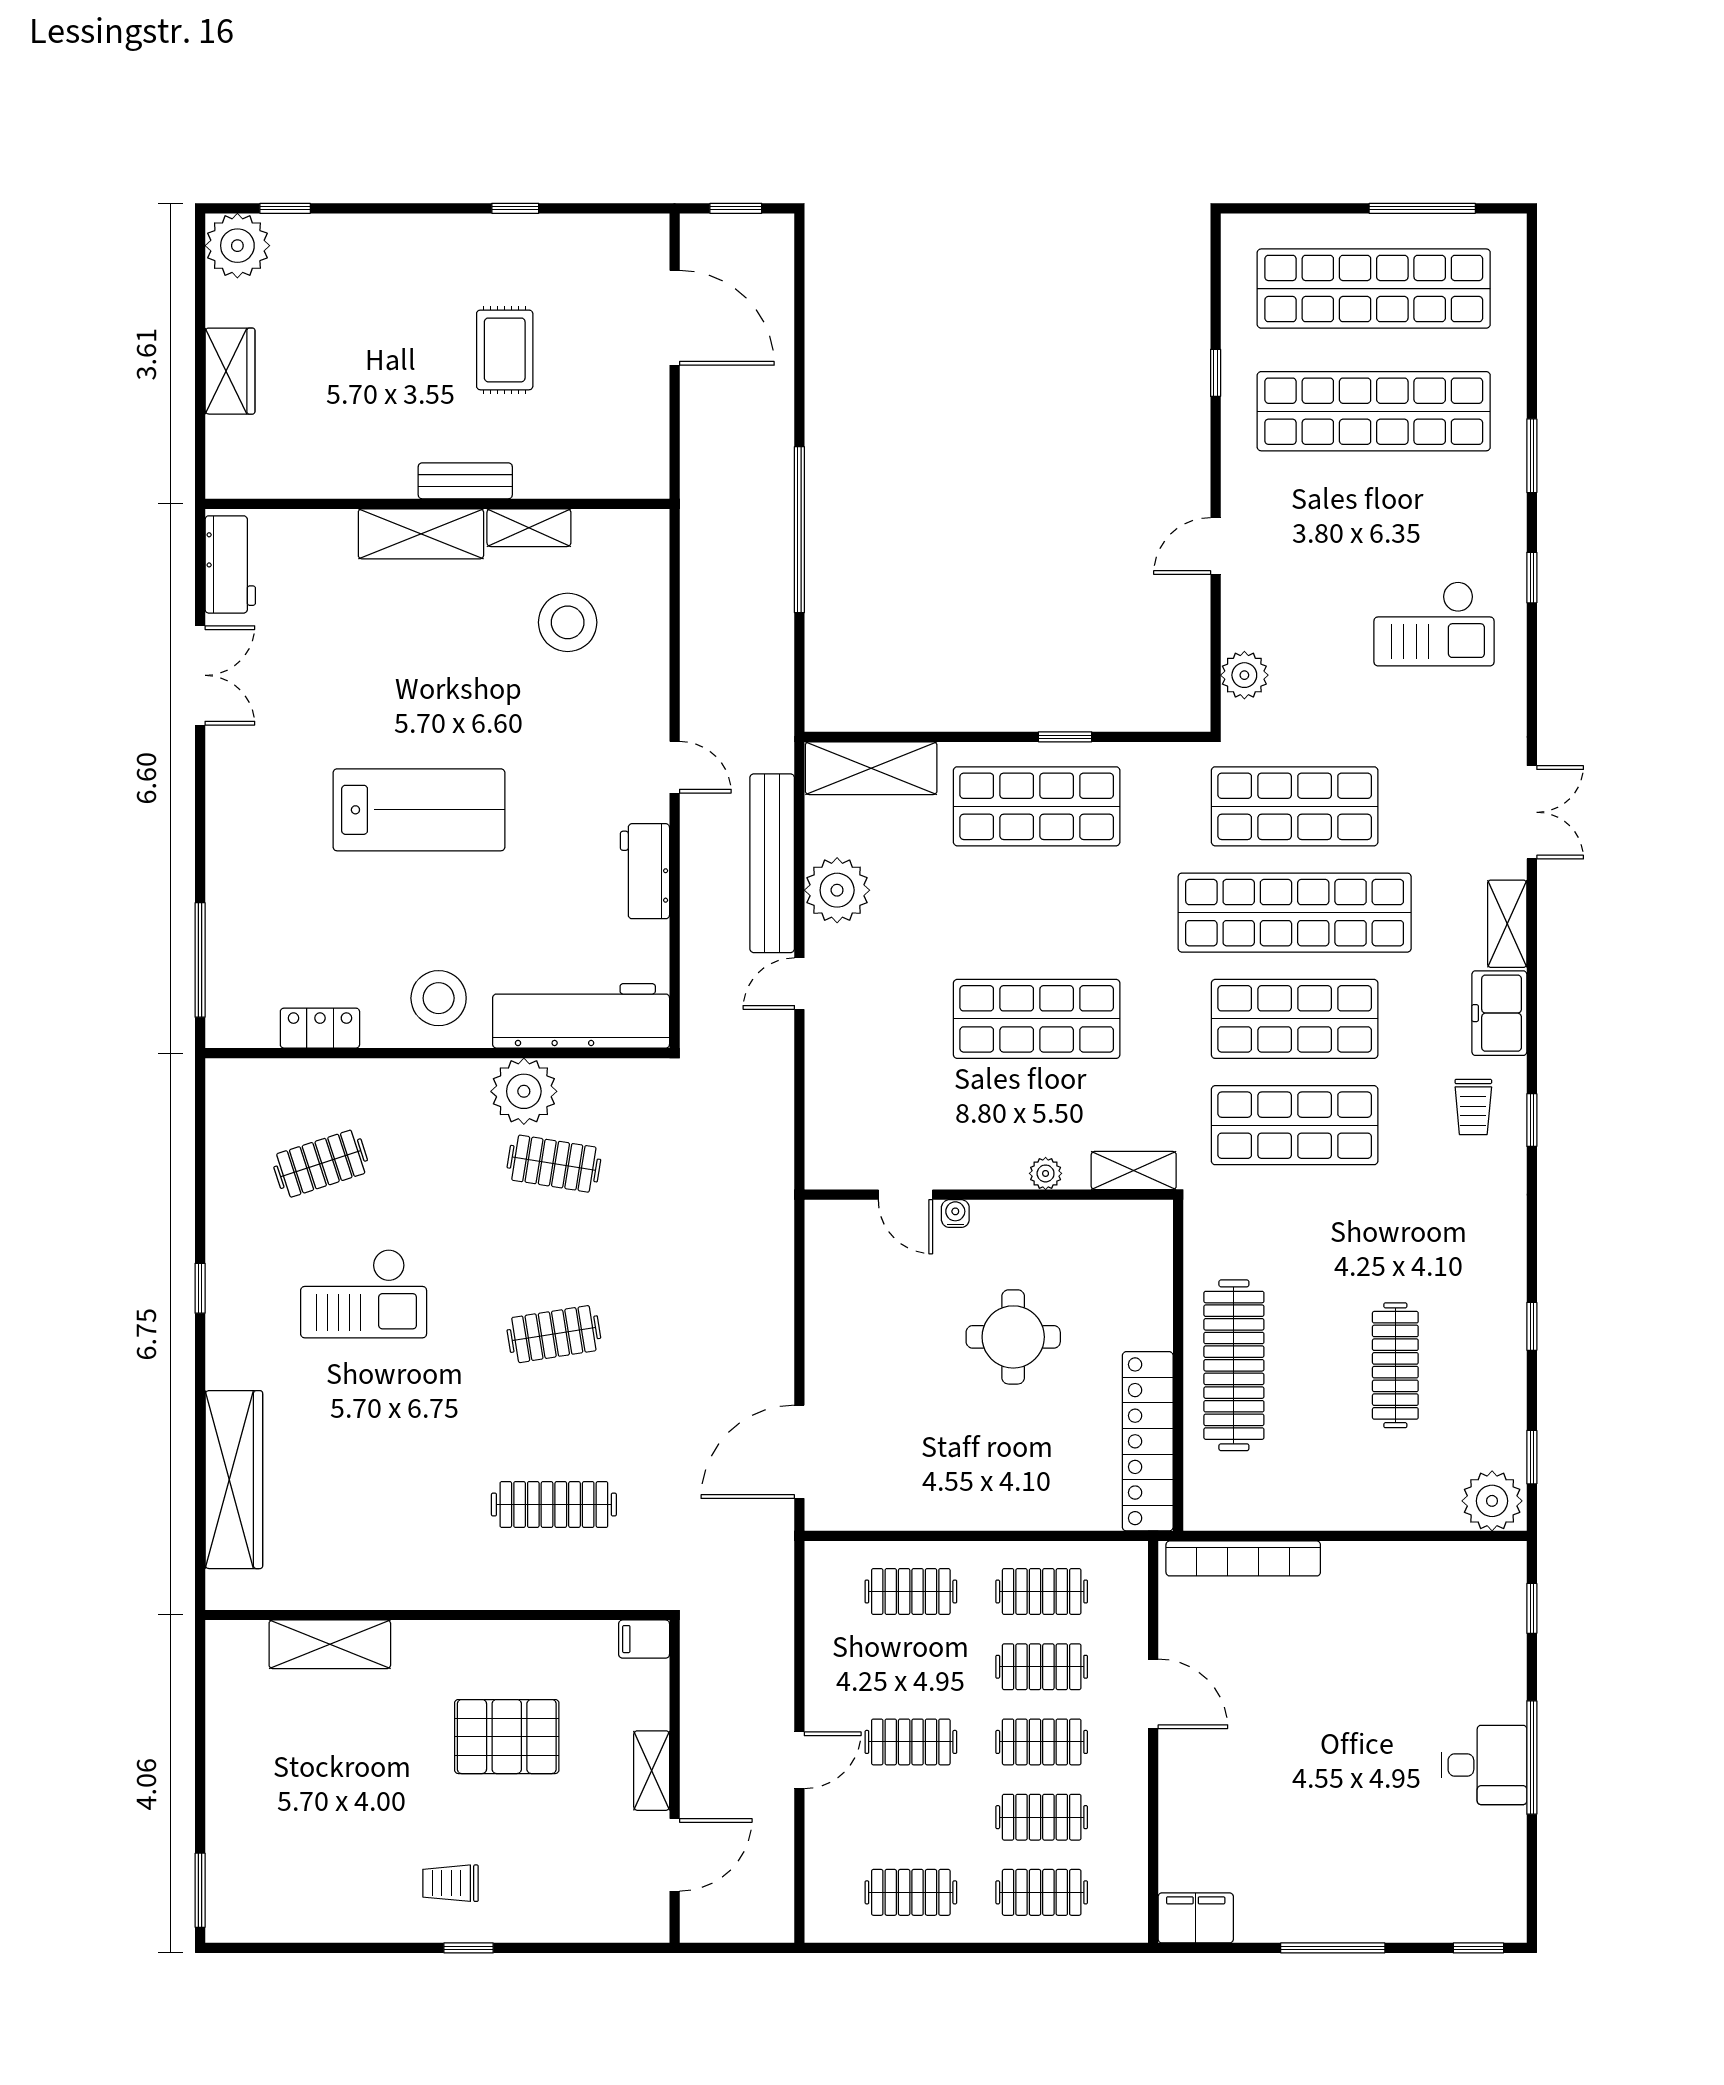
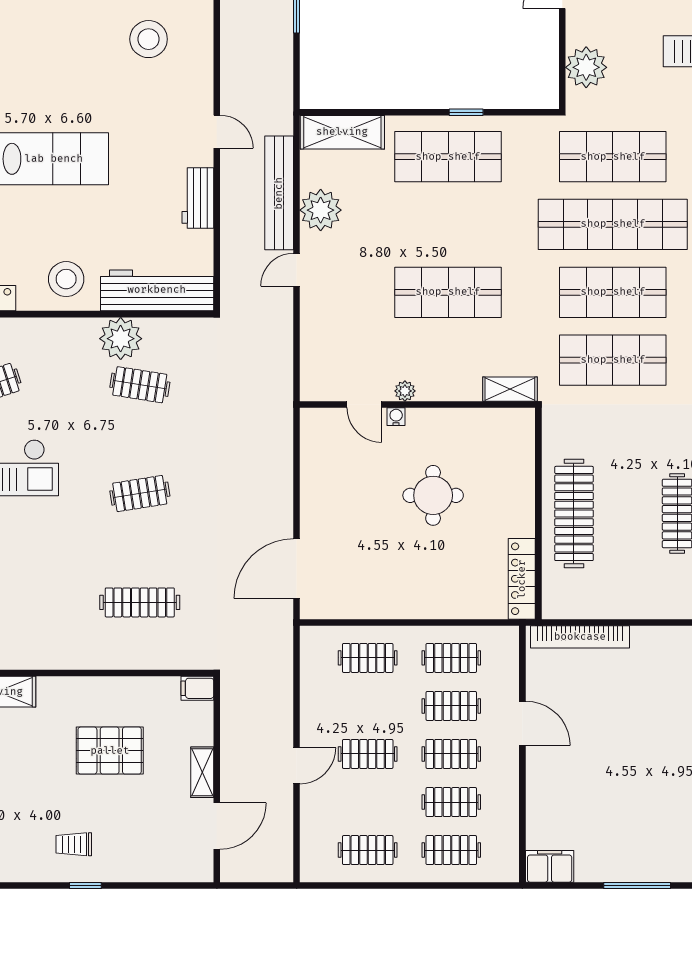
plant: (1244, 675) -> (586, 67), width x1.36, depth x1.36
plant: (1046, 1173) -> (405, 391), moved
locker: (1148, 1441) -> (522, 579), width x0.71, depth x0.83

